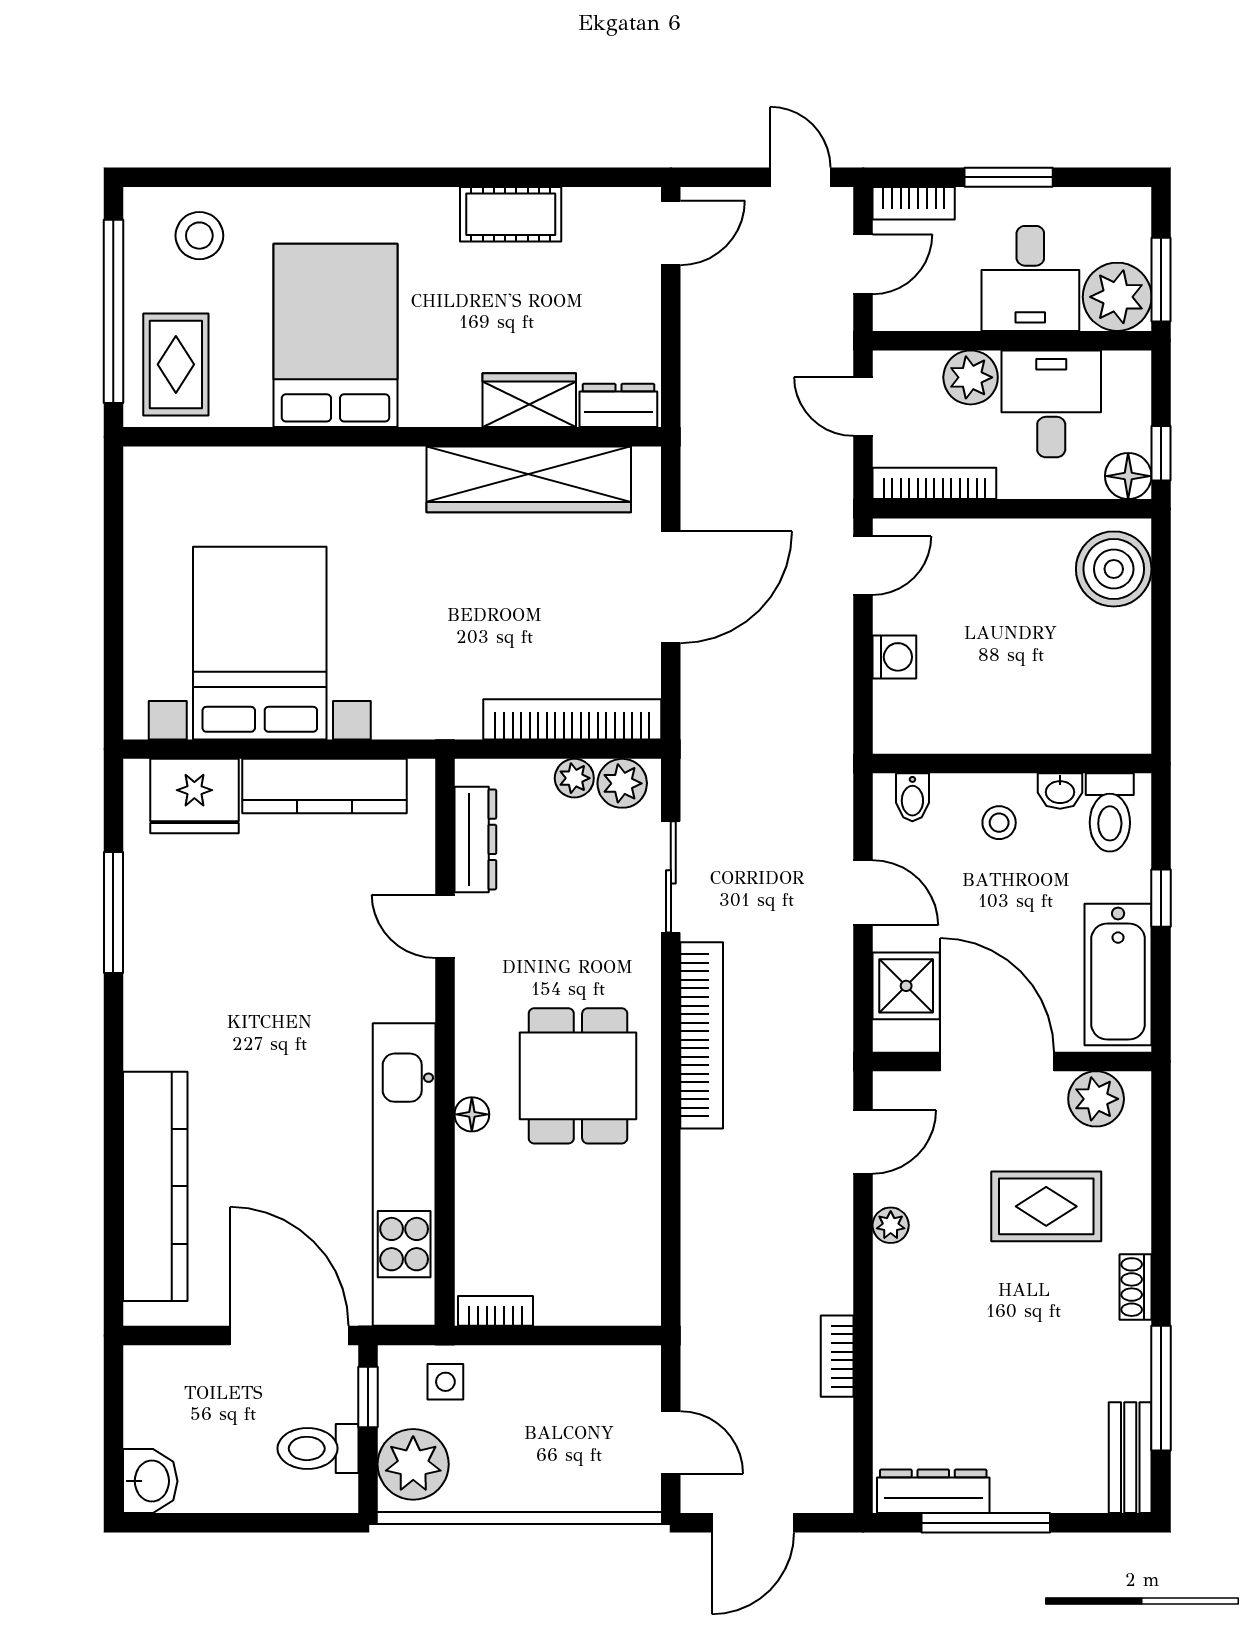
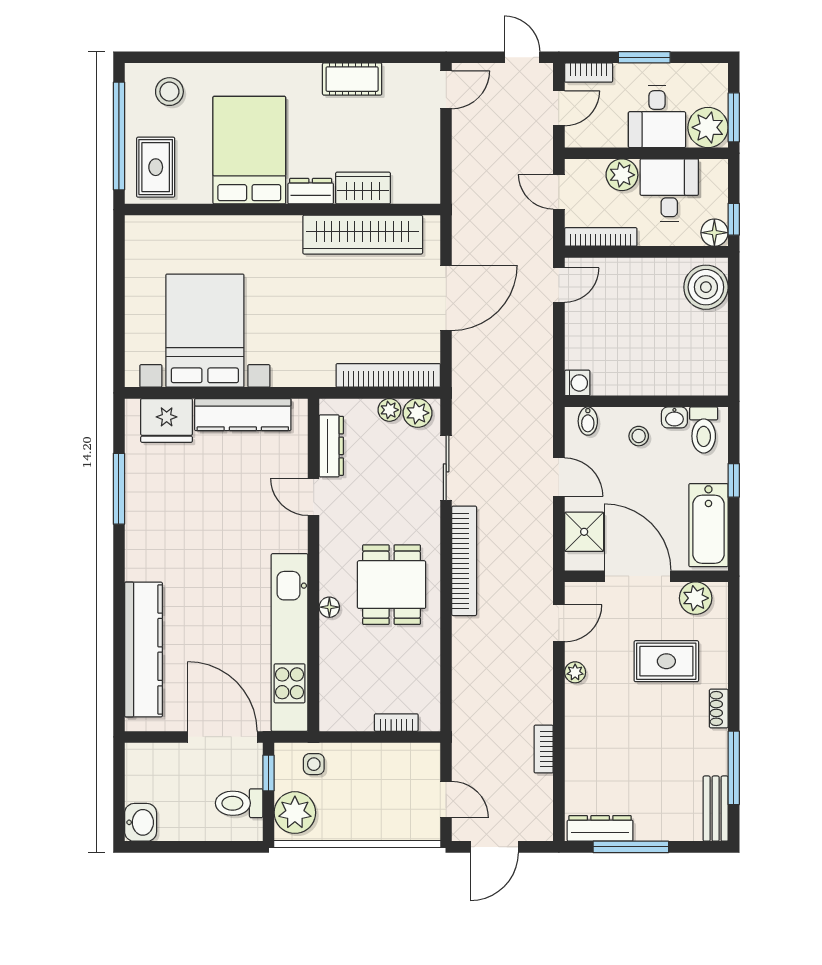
dresser: (618, 405) -> (311, 191), moved
washing machine: (894, 657) -> (577, 383), moved
bookcase: (495, 1311) -> (396, 723), moved

